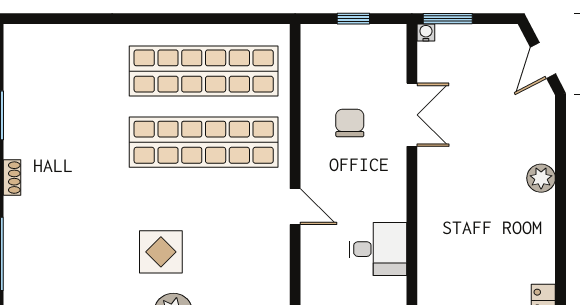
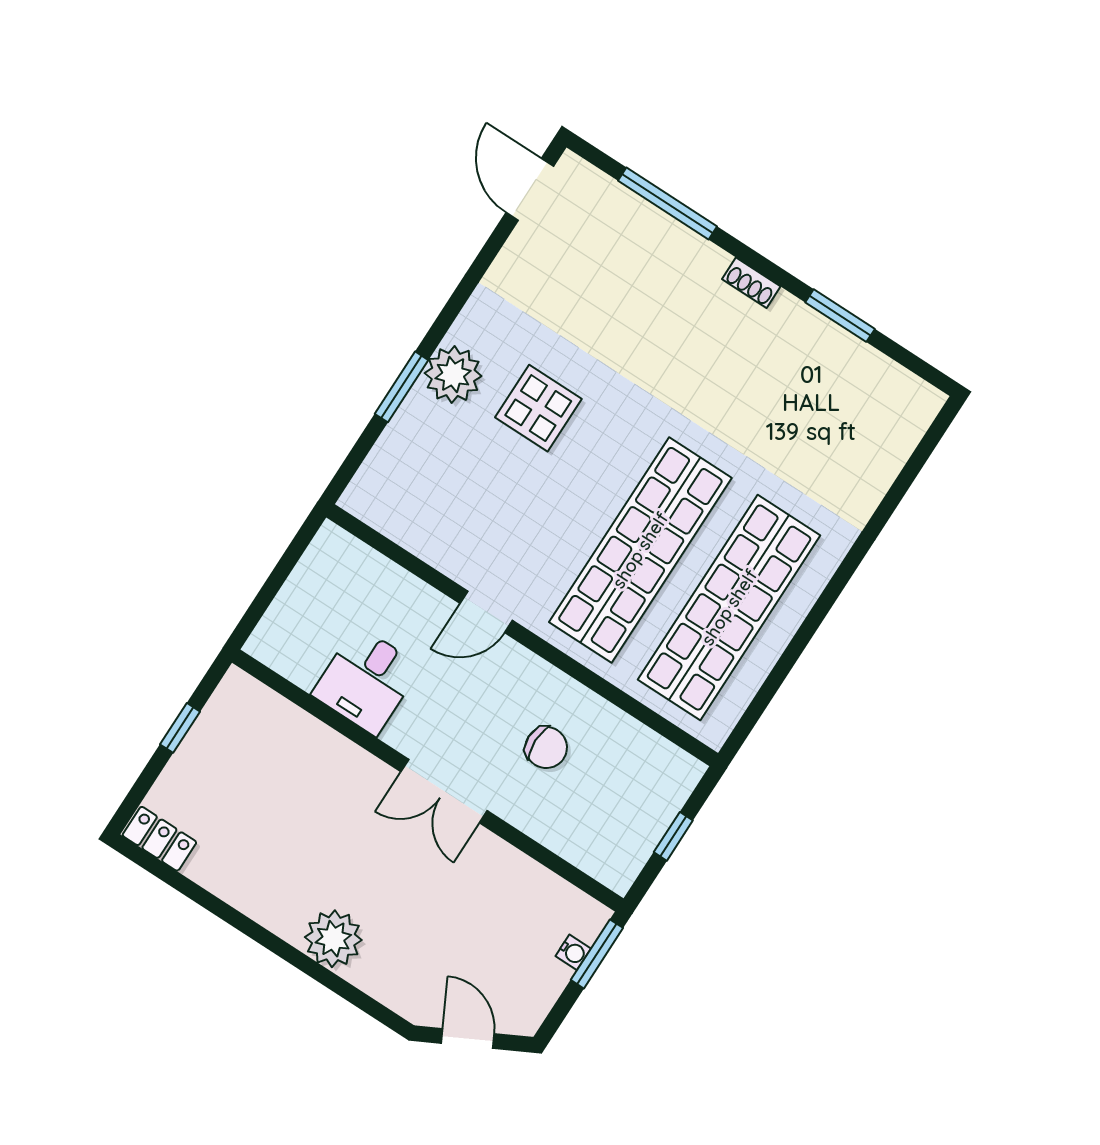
water cooler: (426, 33) -> (573, 952), moved
double door: (412, 115) -> (444, 791), moved
plant: (541, 178) -> (333, 939), width x1.36, depth x1.36

